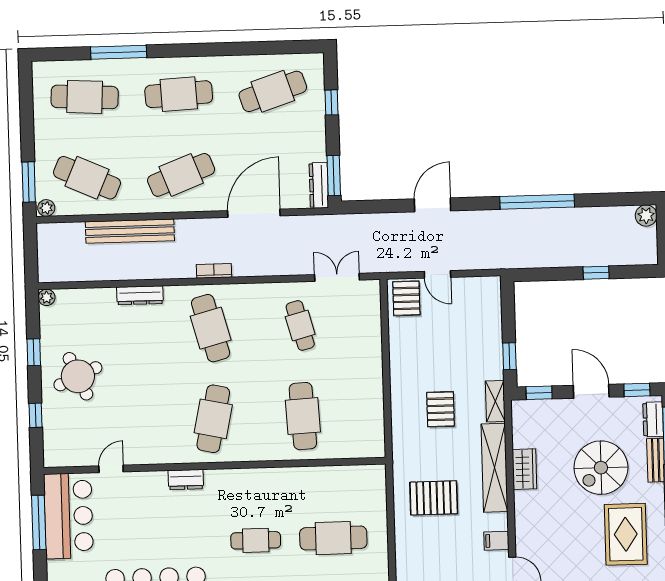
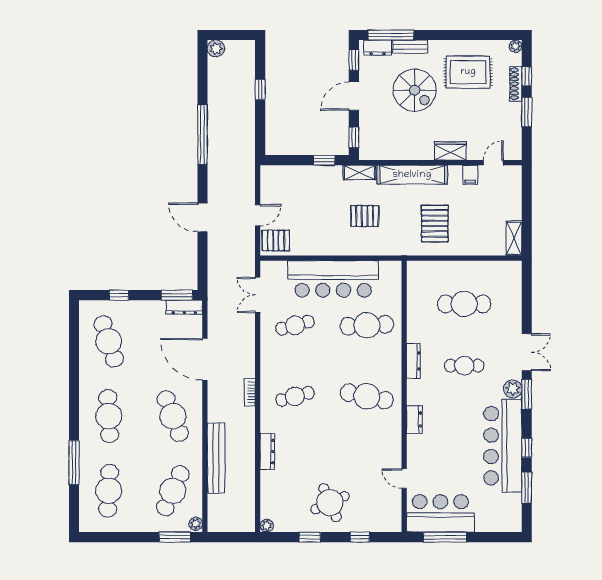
cafe table: (211, 328) -> (295, 396), width x0.73, depth x0.74
bar counter: (360, 372) -> (333, 279), added
wardrobe: (524, 469) -> (450, 151), moved
dresser: (260, 476) -> (413, 361), added
cafe table: (333, 538) -> (464, 304), turned 90
cafe table: (256, 540) -> (464, 366), turned 90

